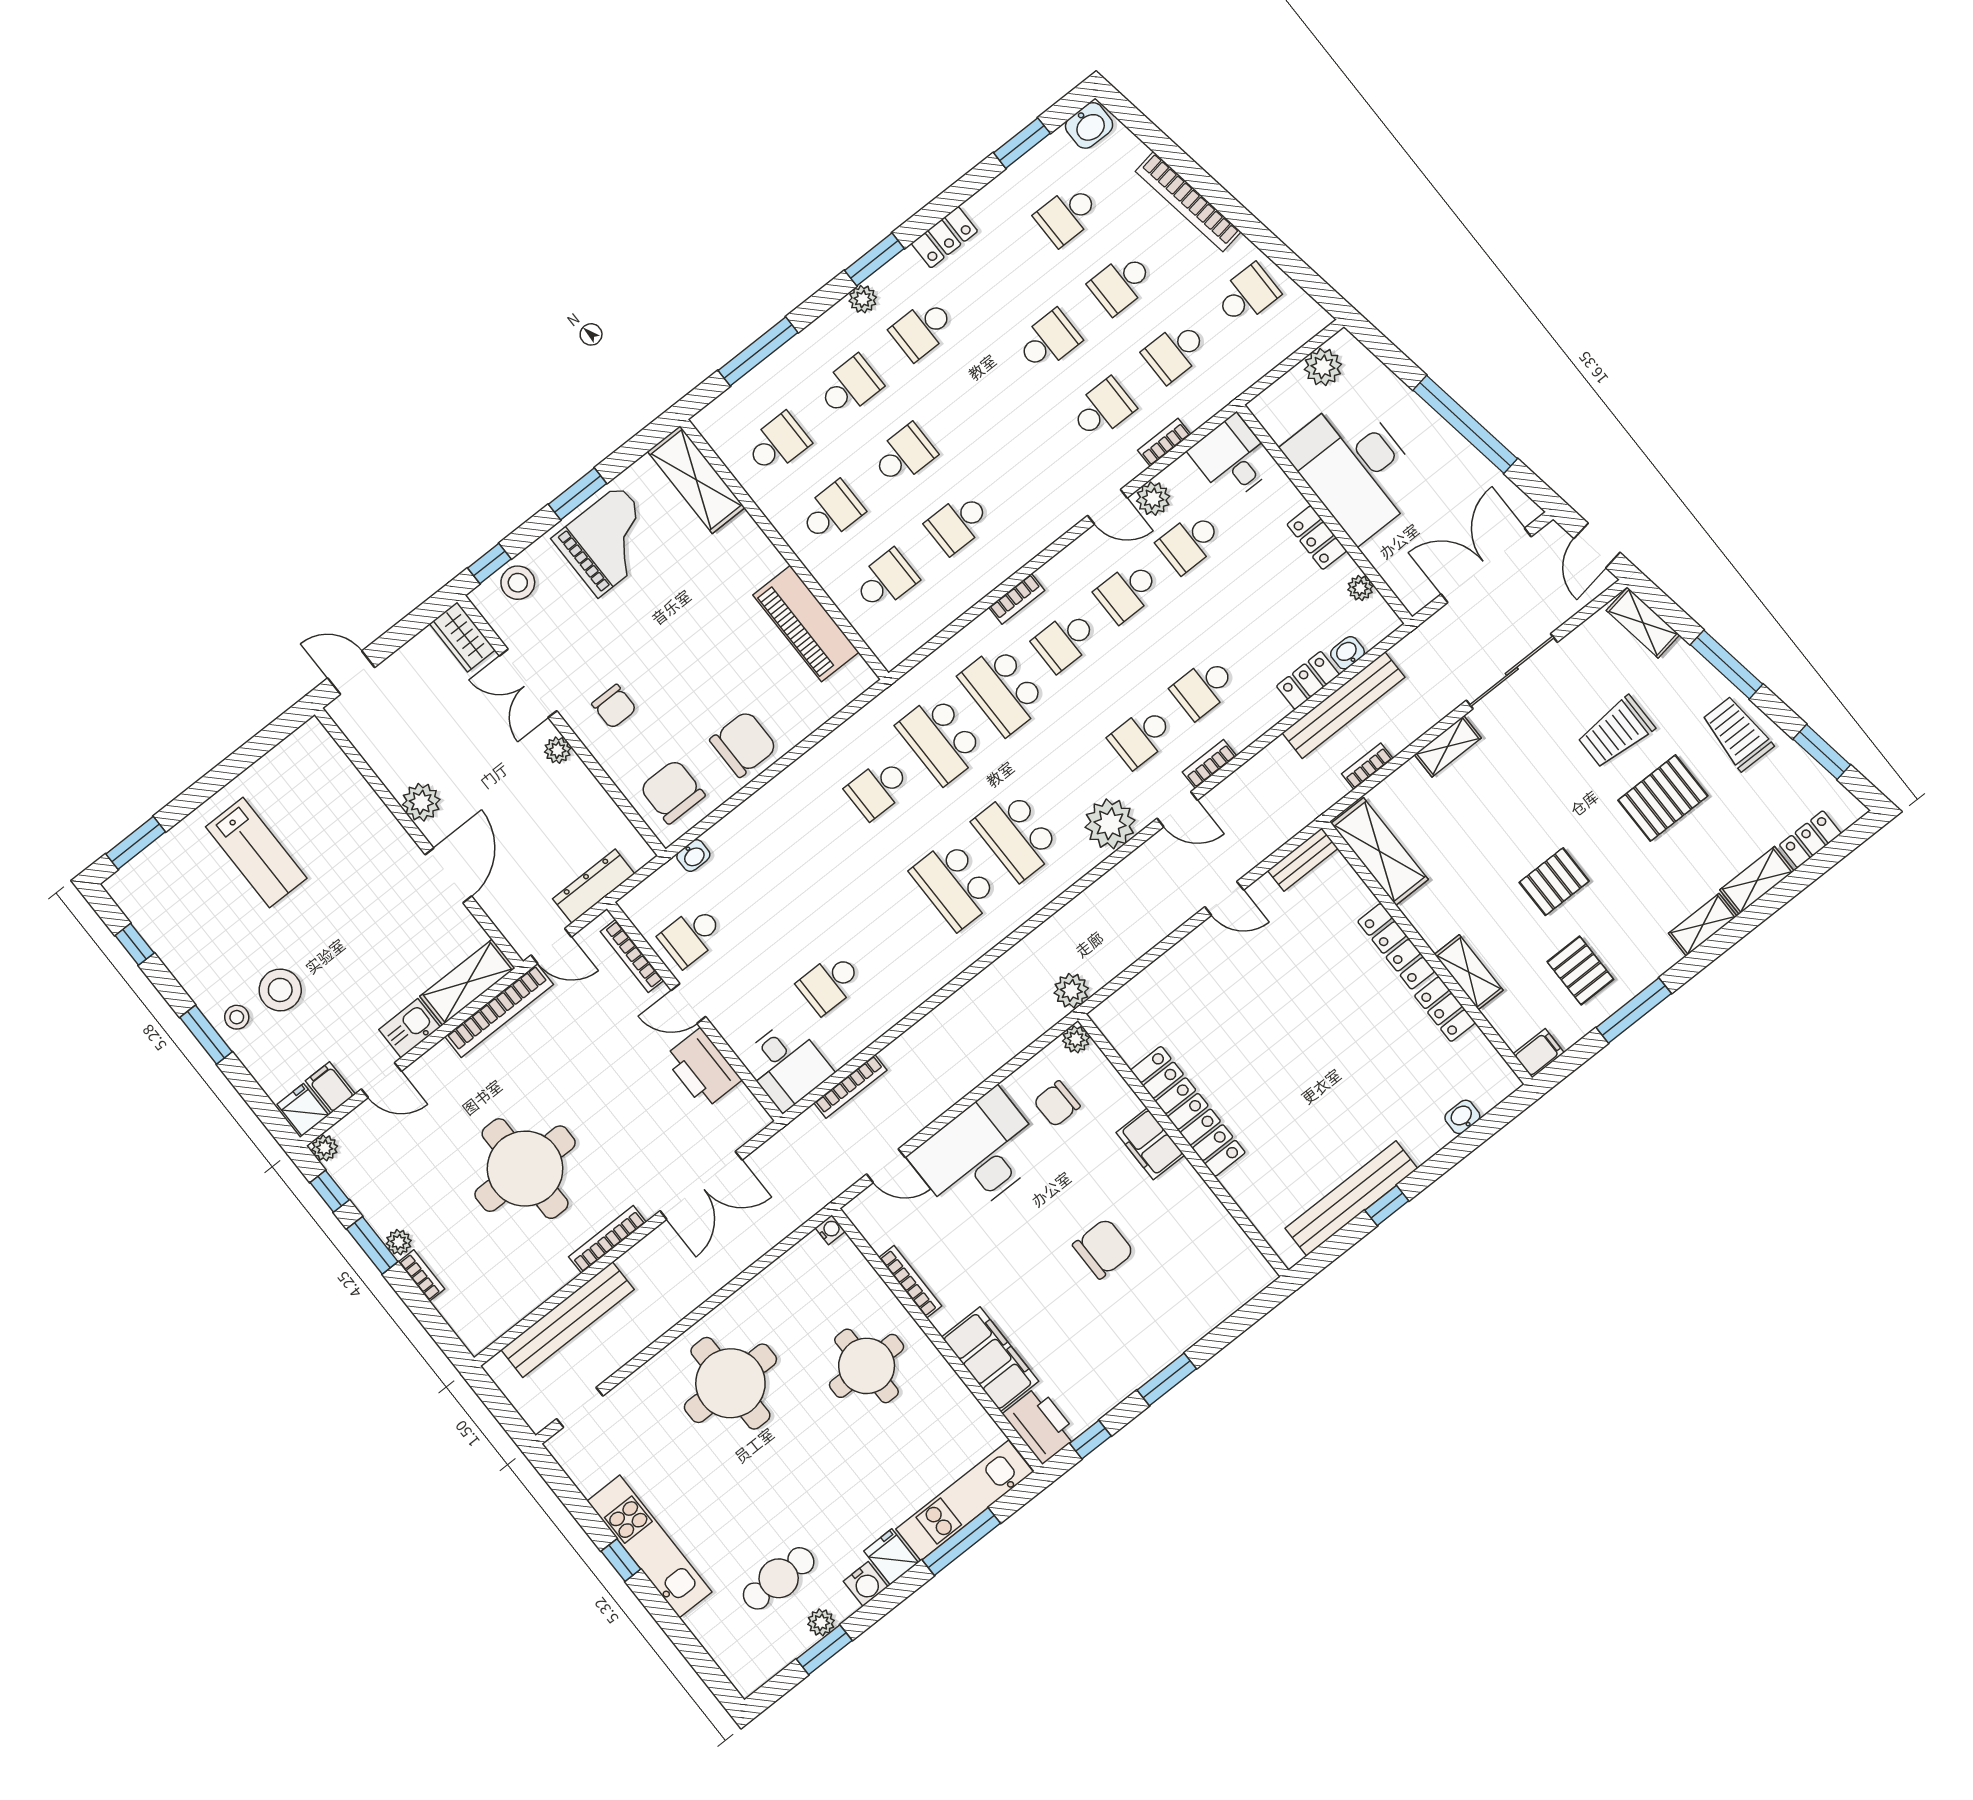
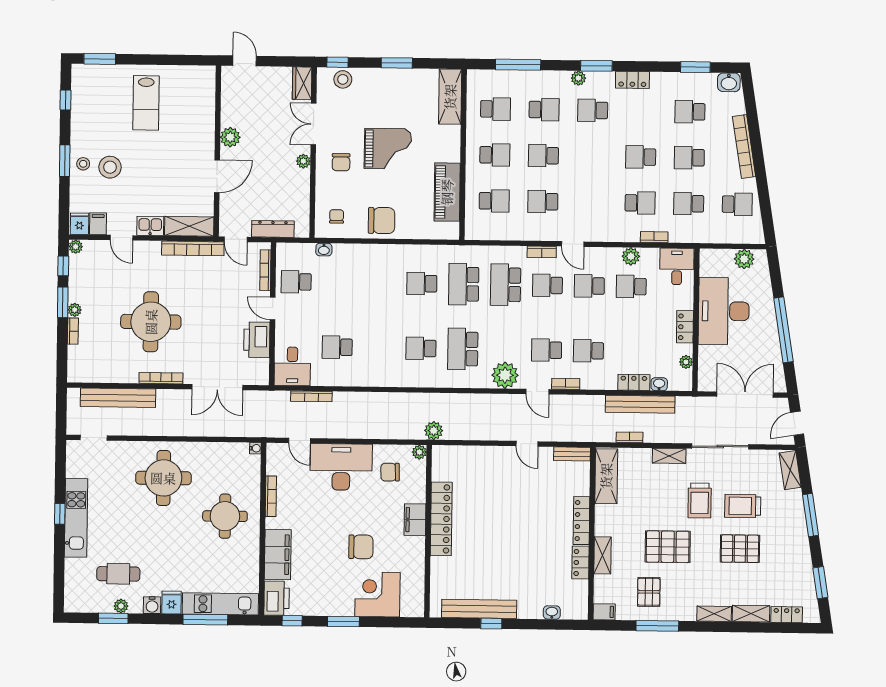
school desk: (1049, 341) -> (641, 157), turned 180
school desk: (904, 455) -> (543, 156), turned 180
door: (1107, 507) -> (573, 244), moved
grand piano: (609, 541) -> (388, 149), moved
trolley: (1737, 733) -> (700, 500), moved, turned 180
chair: (672, 792) -> (337, 216), width x0.54, depth x0.54
pallet: (1554, 882) -> (668, 547), width x1.50, depth x1.42
school desk: (954, 885) -> (421, 348), width x0.54
corner desk: (1185, 1299) -> (378, 594), added

